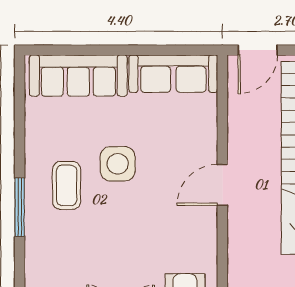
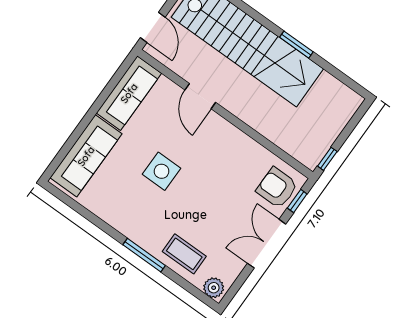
coffee table: (67, 185) -> (184, 254), moved
door: (222, 185) -> (200, 96), moved

